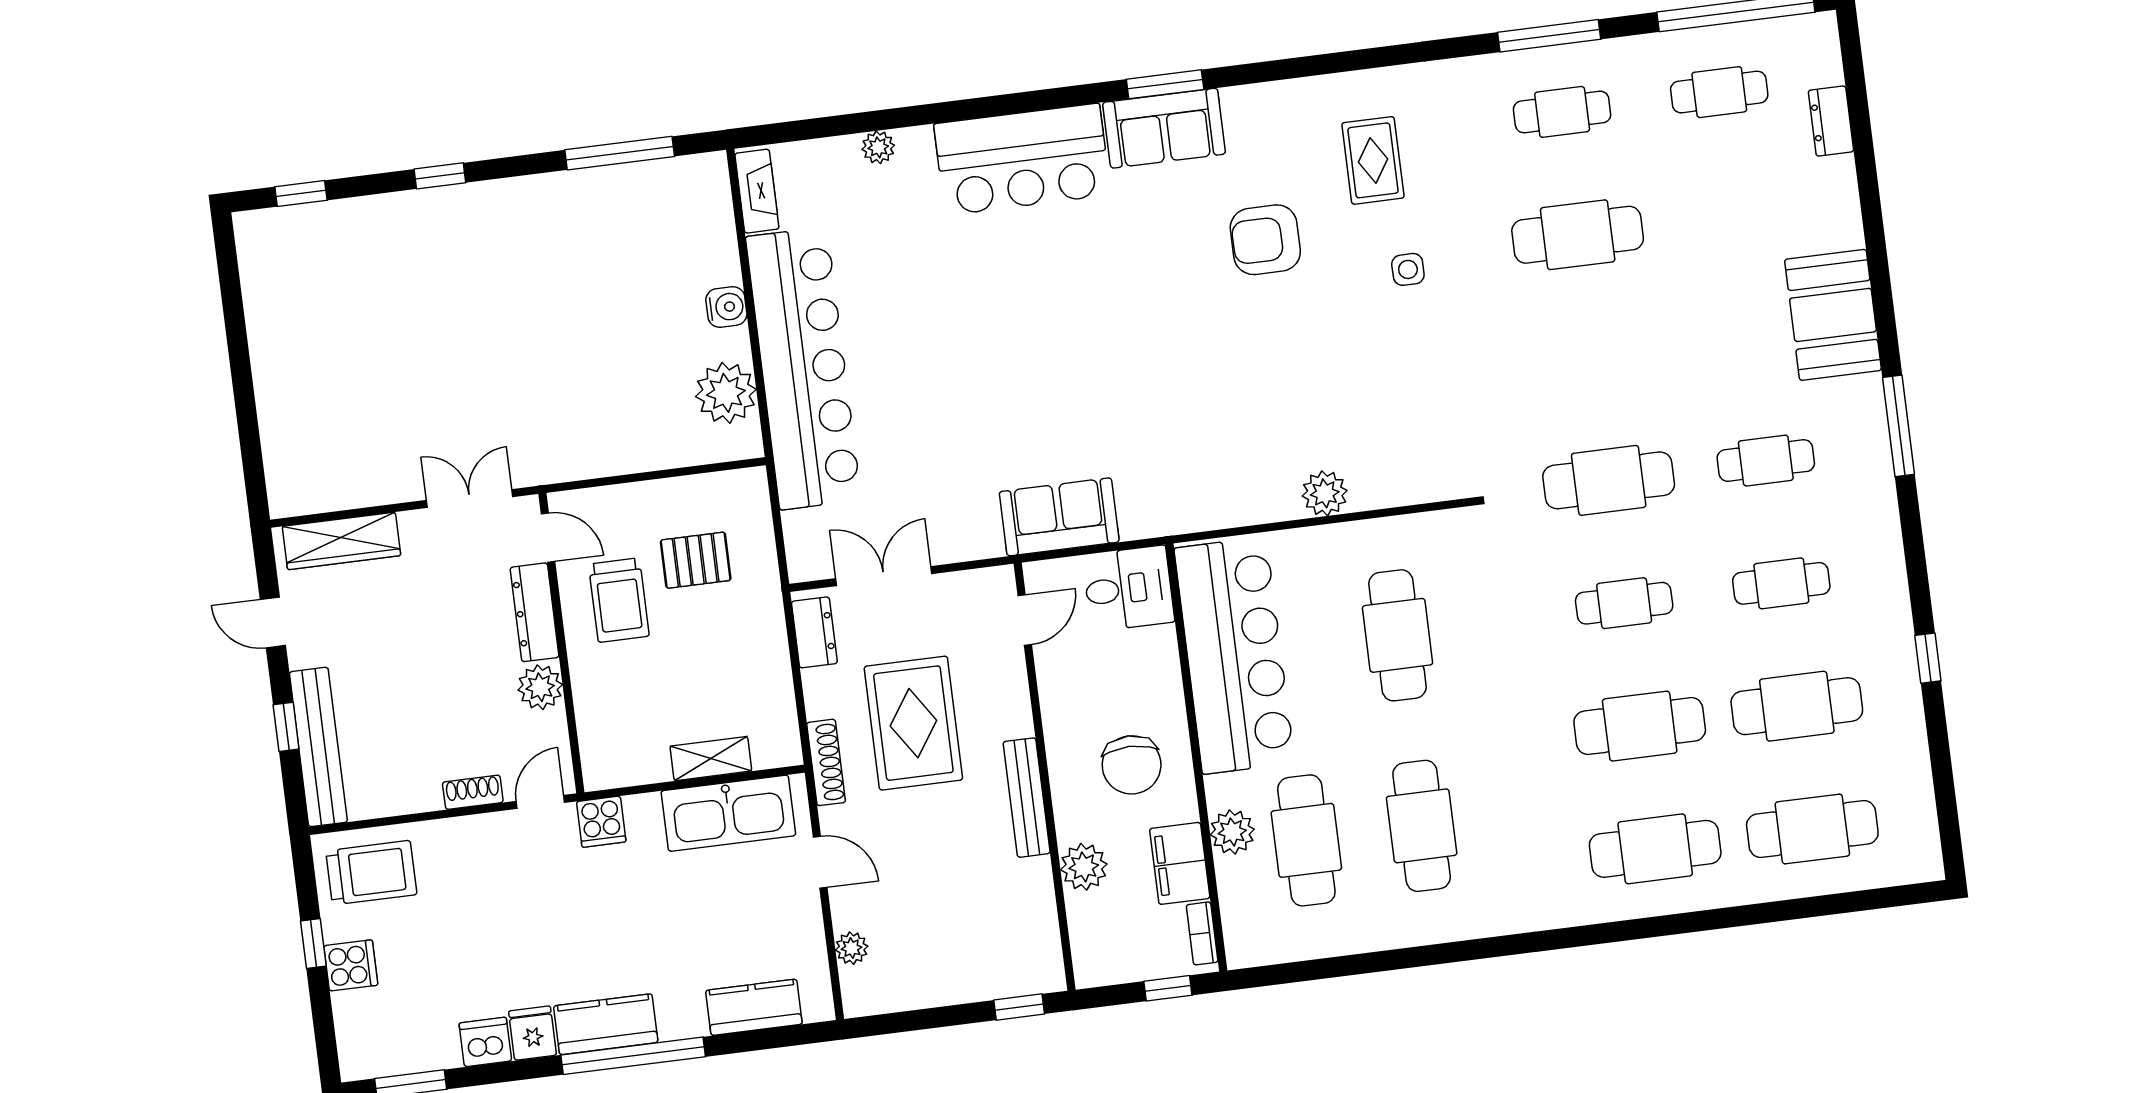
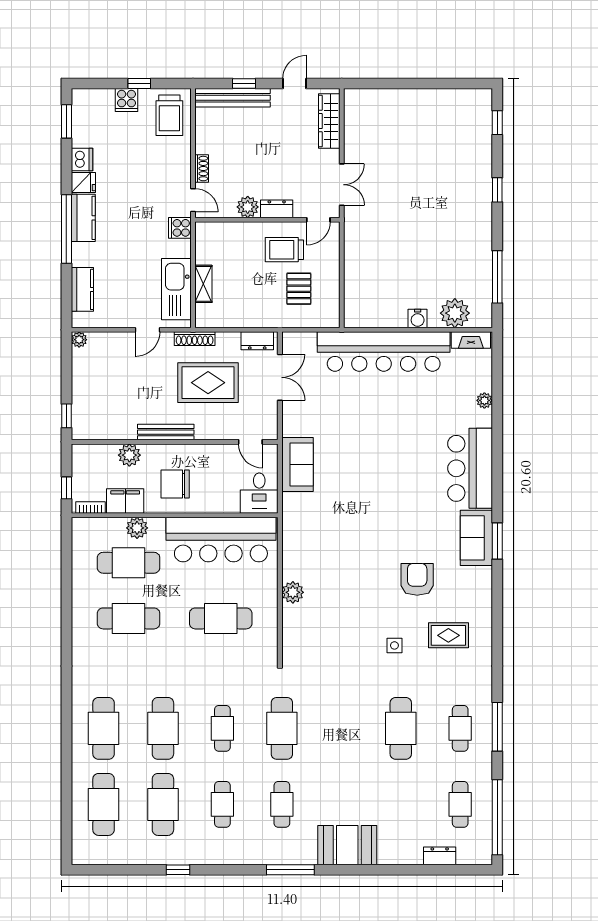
plant: (726, 393) -> (455, 313), moved
dresser: (535, 612) -> (277, 209), width x0.70
plant: (852, 948) -> (79, 340), moved

